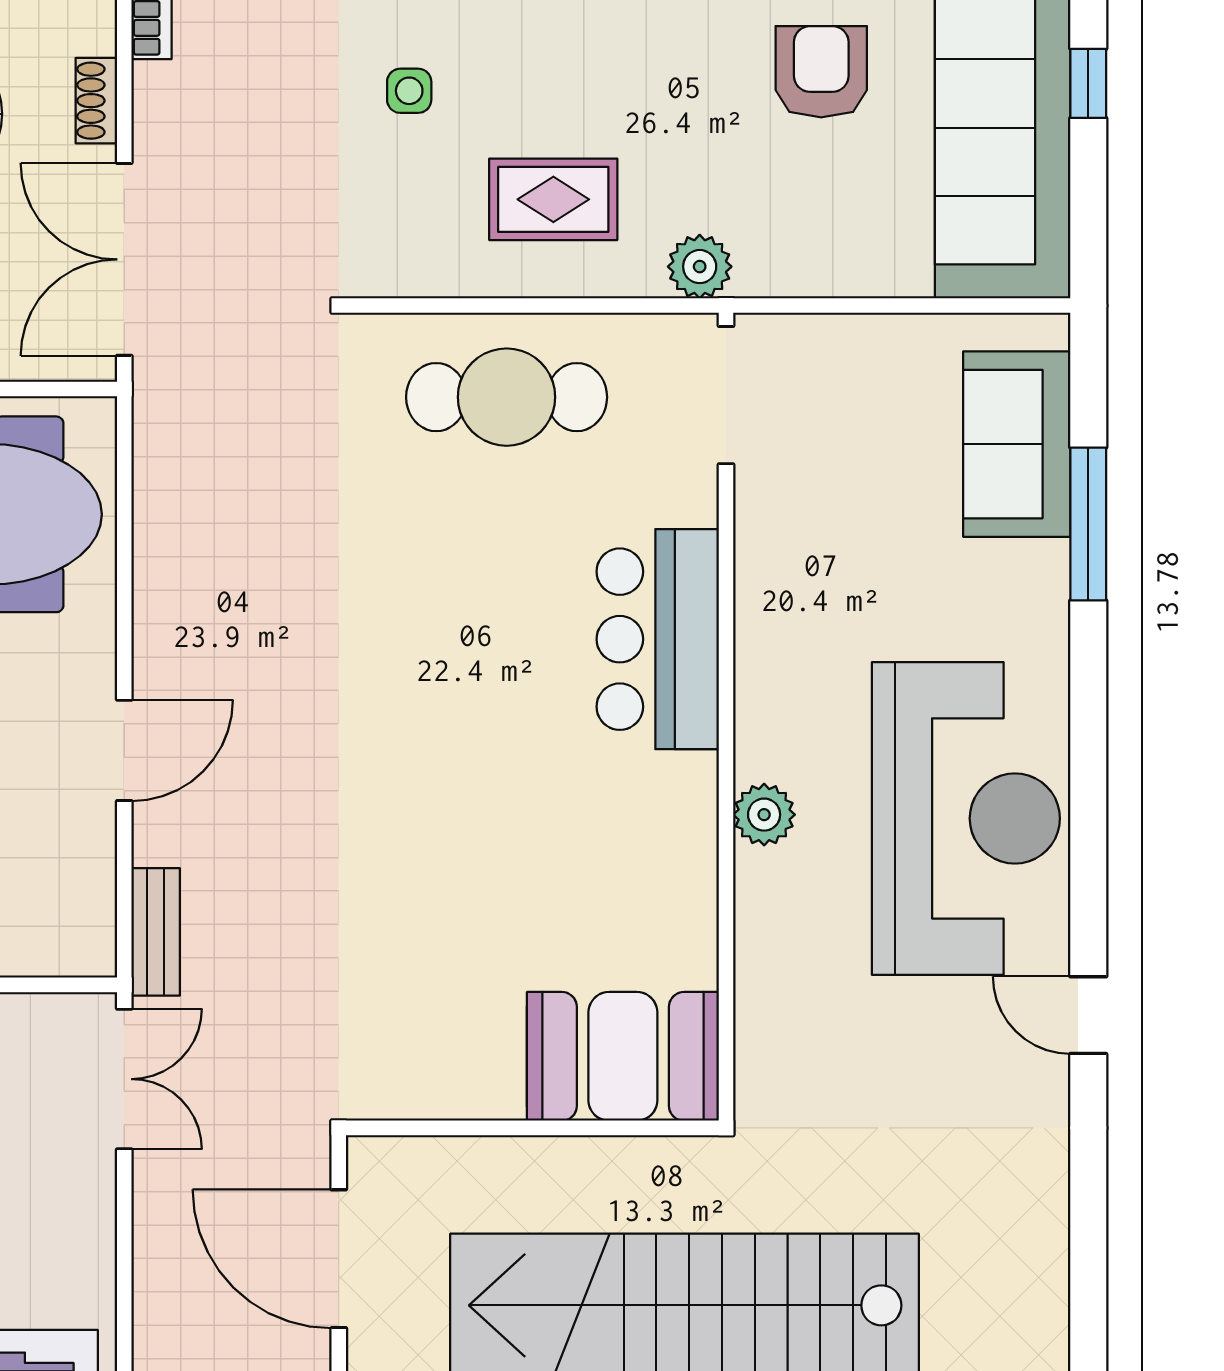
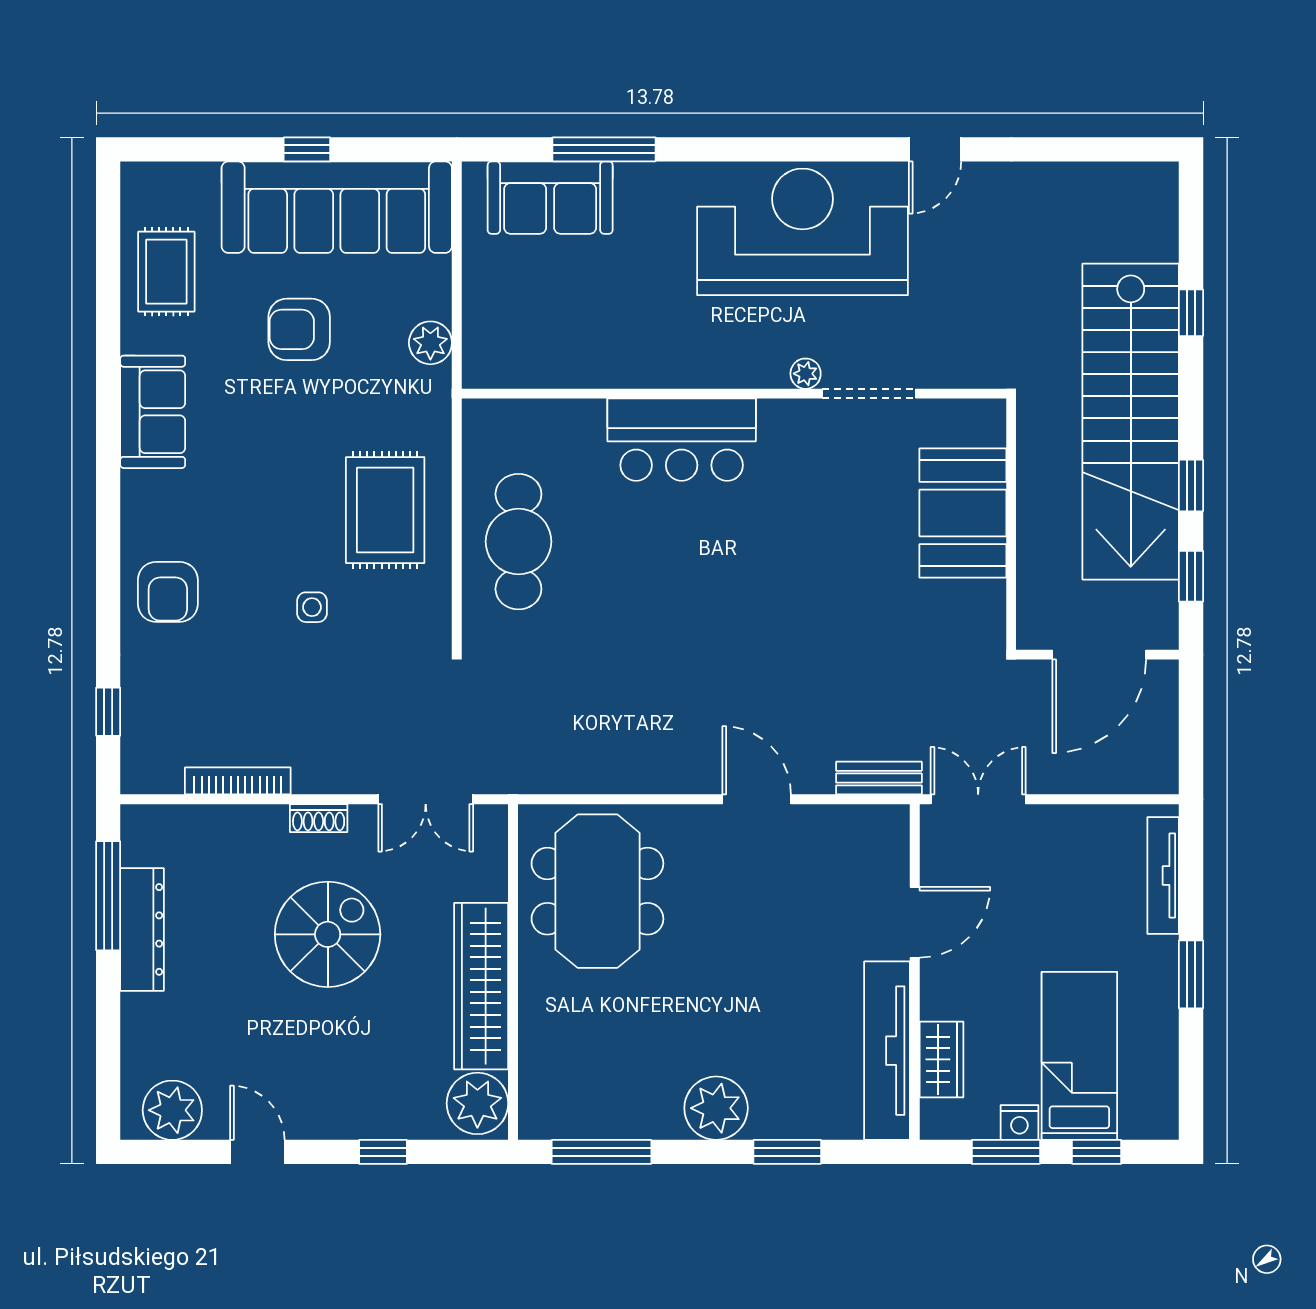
rug: (553, 199) -> (385, 510), width x1.36, depth x1.43
double door: (124, 259) -> (426, 799), width x0.73
plant: (700, 267) -> (430, 343), moved
doorway: (726, 395) -> (869, 394), moved
plant: (764, 815) -> (806, 374), width x0.73, depth x0.73
booth: (623, 1056) -> (963, 513), moved

